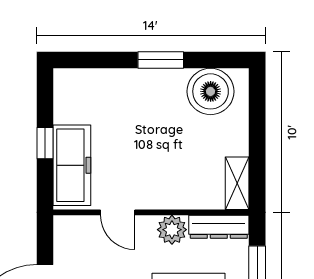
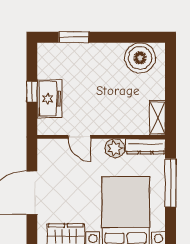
window: (161, 60) -> (74, 37), moved
freezer: (72, 165) -> (49, 99), width x0.71

